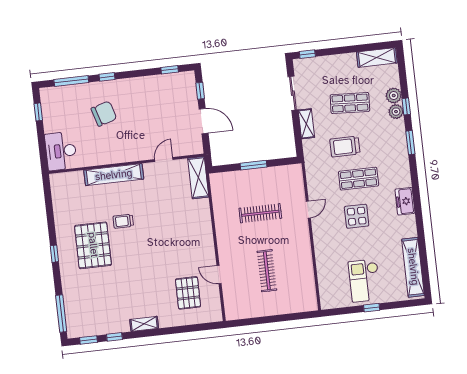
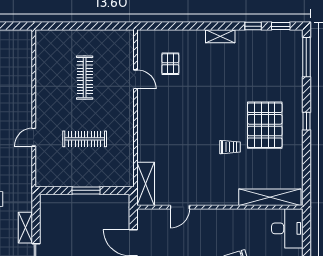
shelving: (114, 175) -> (270, 197), moved
pallet: (188, 293) -> (170, 64), width x0.67, depth x0.71

